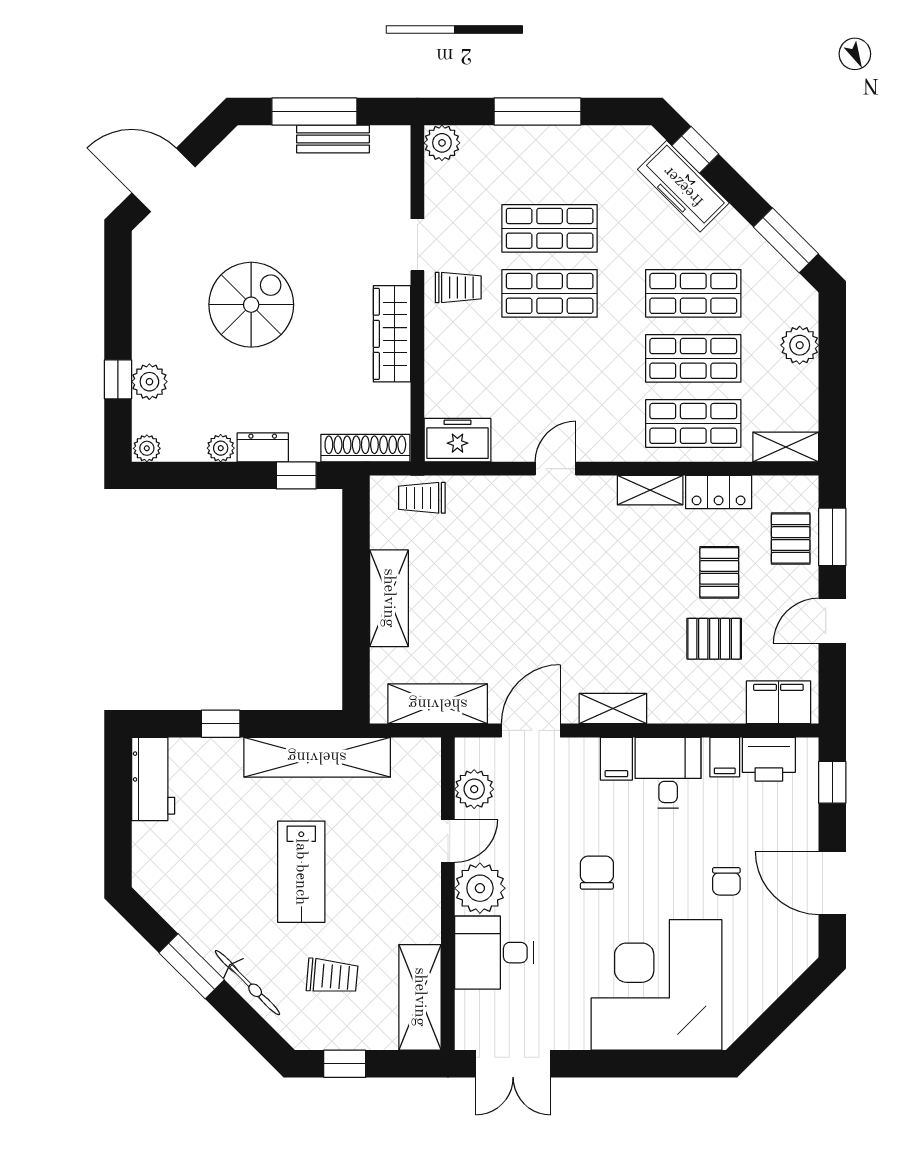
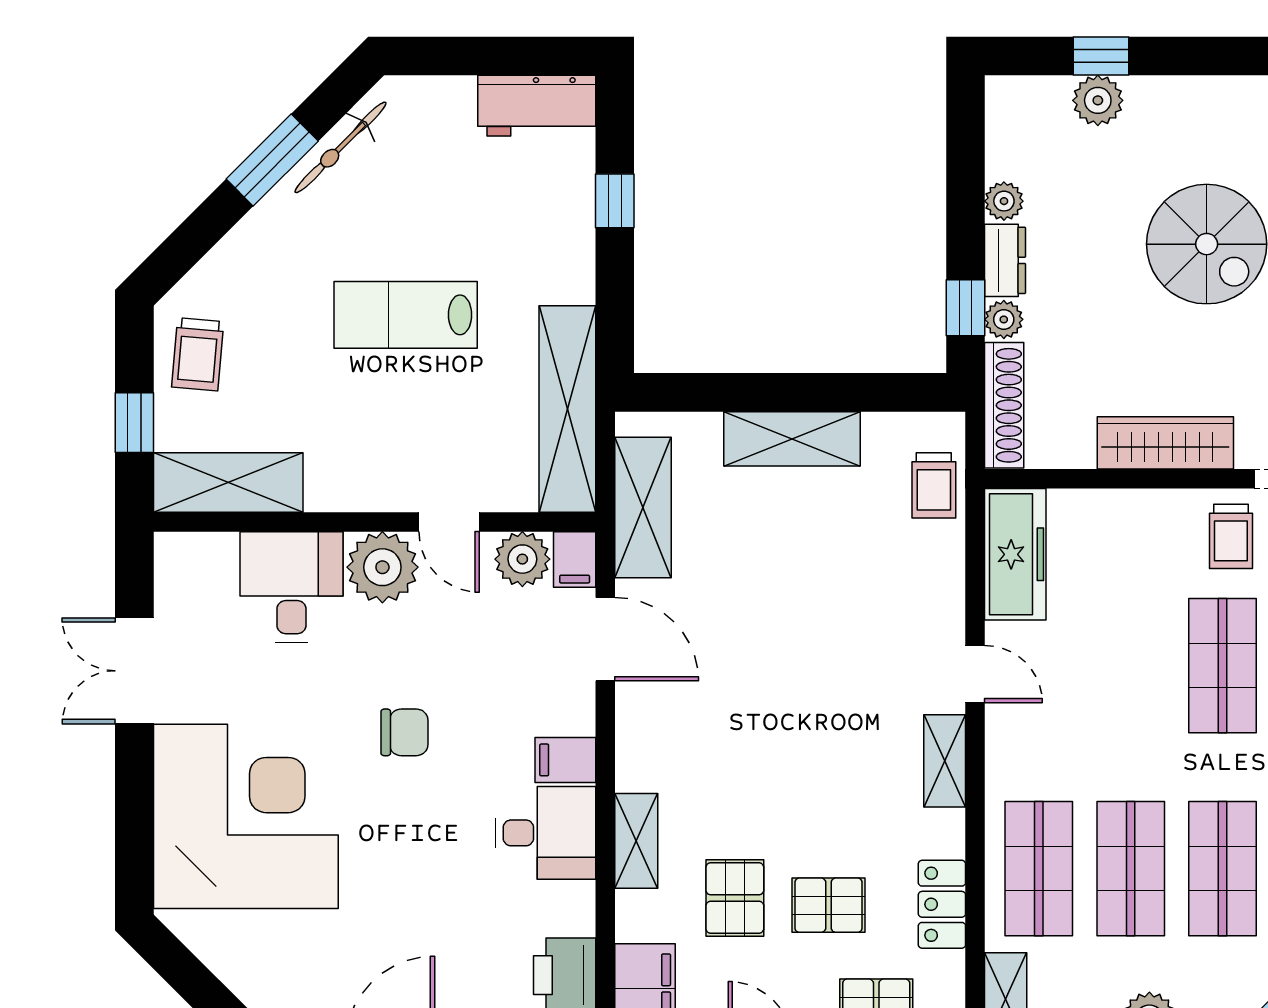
freezer: (457, 440) -> (1015, 554), width x1.40
plant: (147, 448) -> (1004, 319), moved
shelving: (650, 490) -> (945, 761), moved
trolley: (422, 498) -> (934, 485), turned 180
shelving: (613, 709) -> (636, 841), moved
shelving: (317, 757) -> (567, 409), moved
filing cabinet: (725, 757) -> (575, 560), moved, turned -90
chair: (726, 881) -> (392, 915), removed
trolley: (332, 976) -> (198, 354), moved
bicycle: (247, 983) -> (341, 147), moved
window: (345, 1064) -> (134, 423), moved
double door: (513, 1064) -> (134, 671), moved

